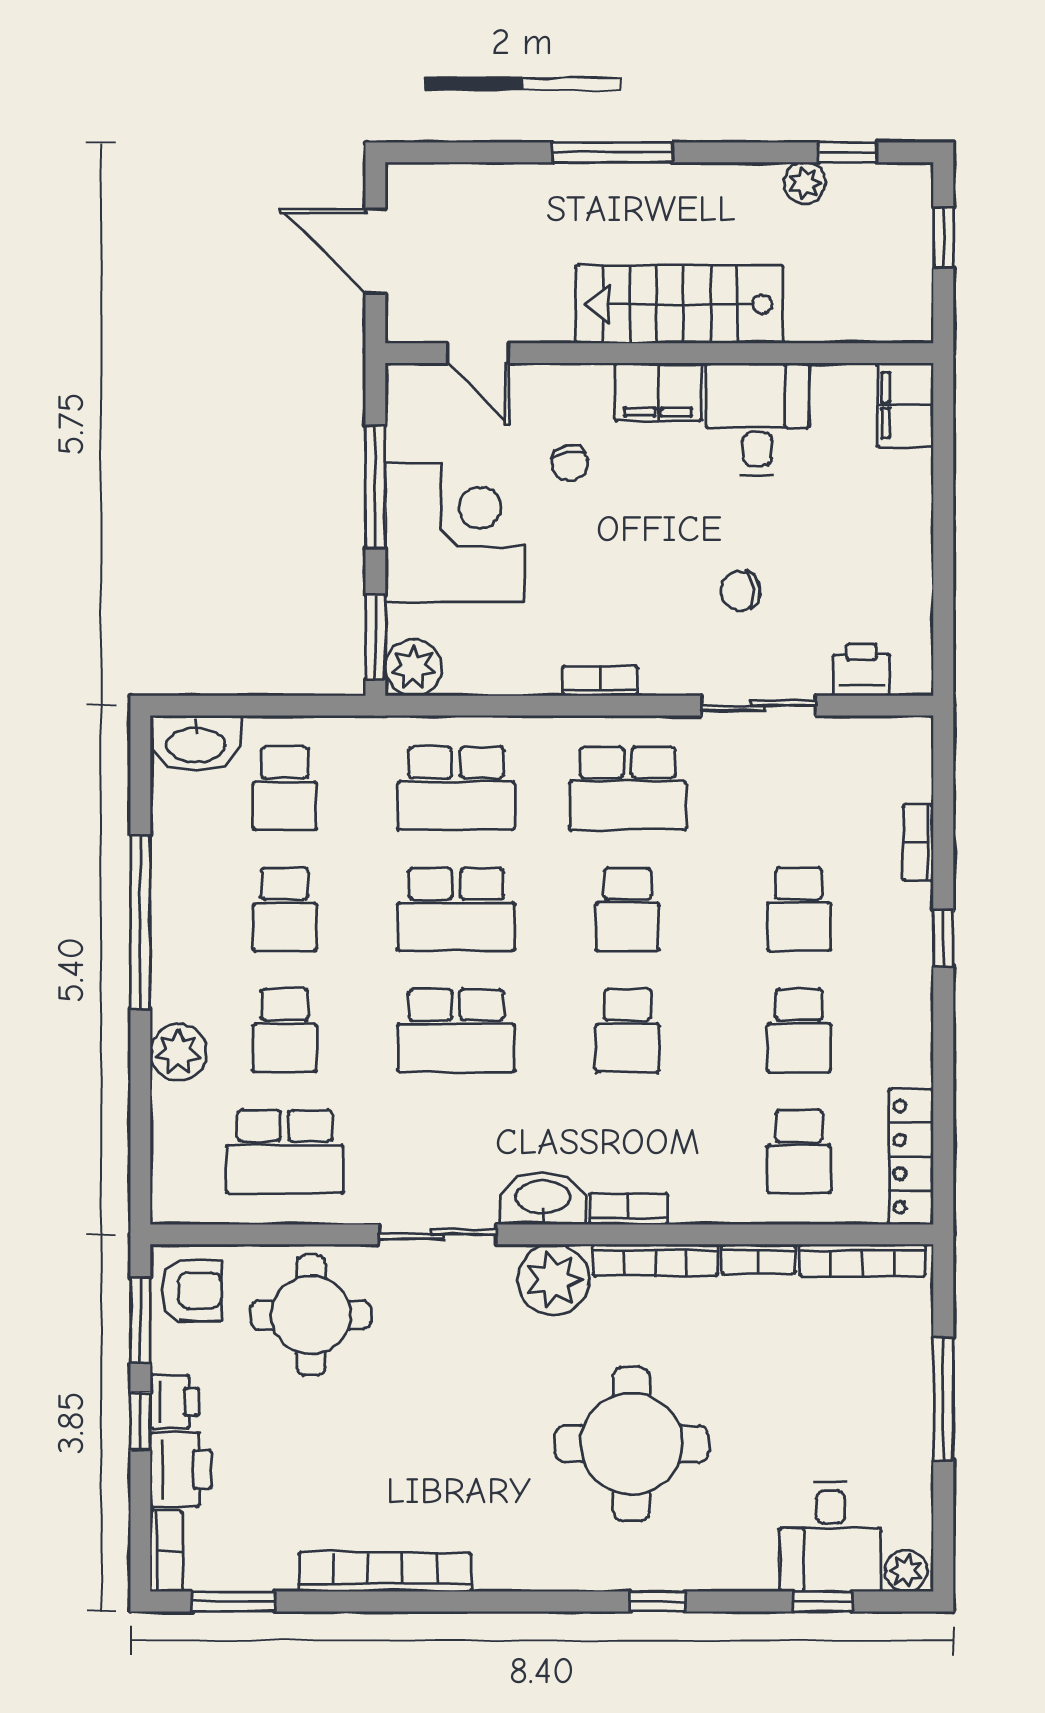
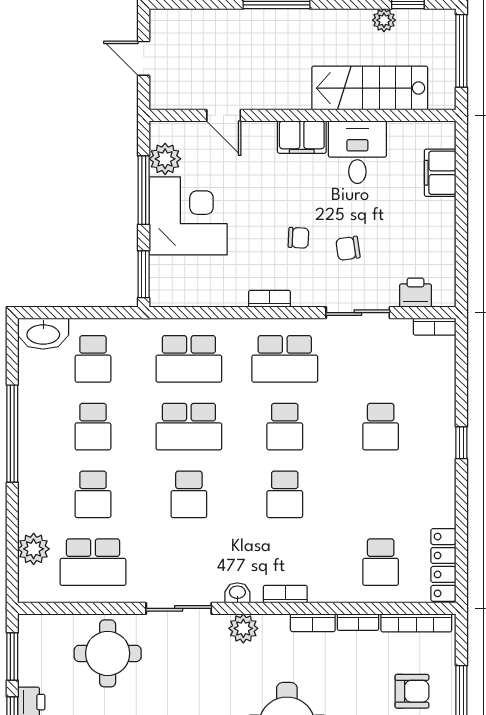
window: (943, 238) -> (461, 51), width x2.17
door: (375, 251) -> (144, 58), width x0.73
stairs: (679, 304) -> (370, 88), moved
door: (478, 353) -> (224, 115), moved
filing cabinet: (905, 405) -> (440, 173), moved
chair: (570, 463) -> (298, 238), moved, turned -77
plant: (413, 667) -> (165, 159), moved
bookcase: (918, 842) -> (435, 327), moved, turned -90
school desk: (456, 1031) -> (189, 494), width x0.54
school desk: (799, 1031) -> (381, 494), removed
plant: (178, 1052) -> (34, 549), moved
washbasin: (543, 1199) -> (237, 593), width x0.52, depth x0.69
bookcase: (655, 1260) -> (313, 623), width x0.64
plant: (553, 1280) -> (243, 628), width x0.73, depth x0.73
armchair: (191, 1290) -> (412, 691), moved

